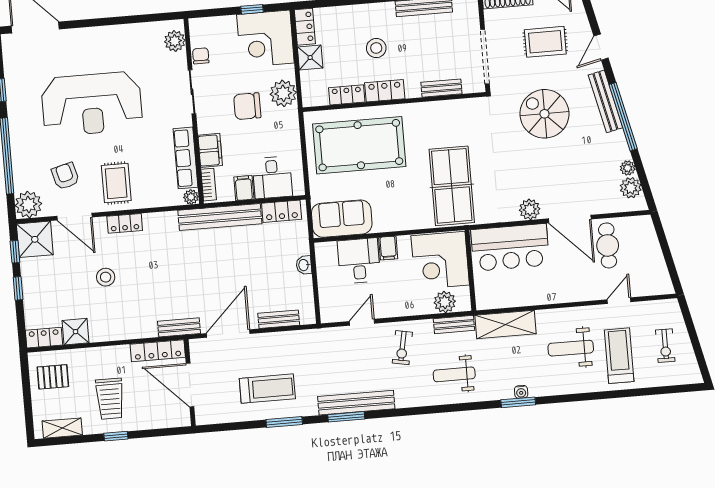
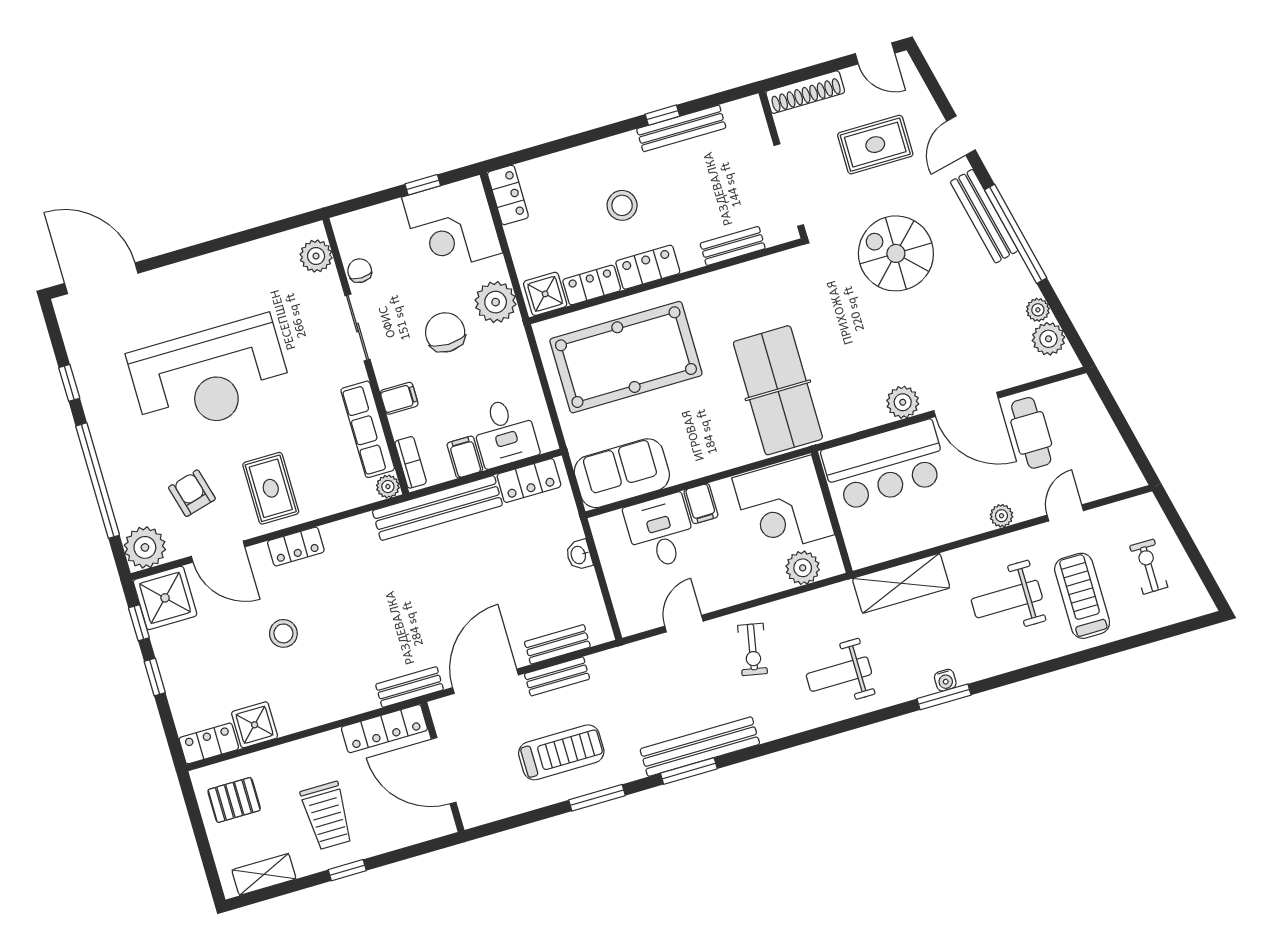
shower: (310, 58) -> (545, 294), moved
chair: (247, 106) -> (445, 332), turned 90
filing cabinet: (210, 150) -> (399, 398), width x0.50
plant: (578, 294) -> (1002, 516), added
bench: (454, 325) -> (557, 676), moved
exercise bike: (665, 346) -> (1149, 567), turned 180

